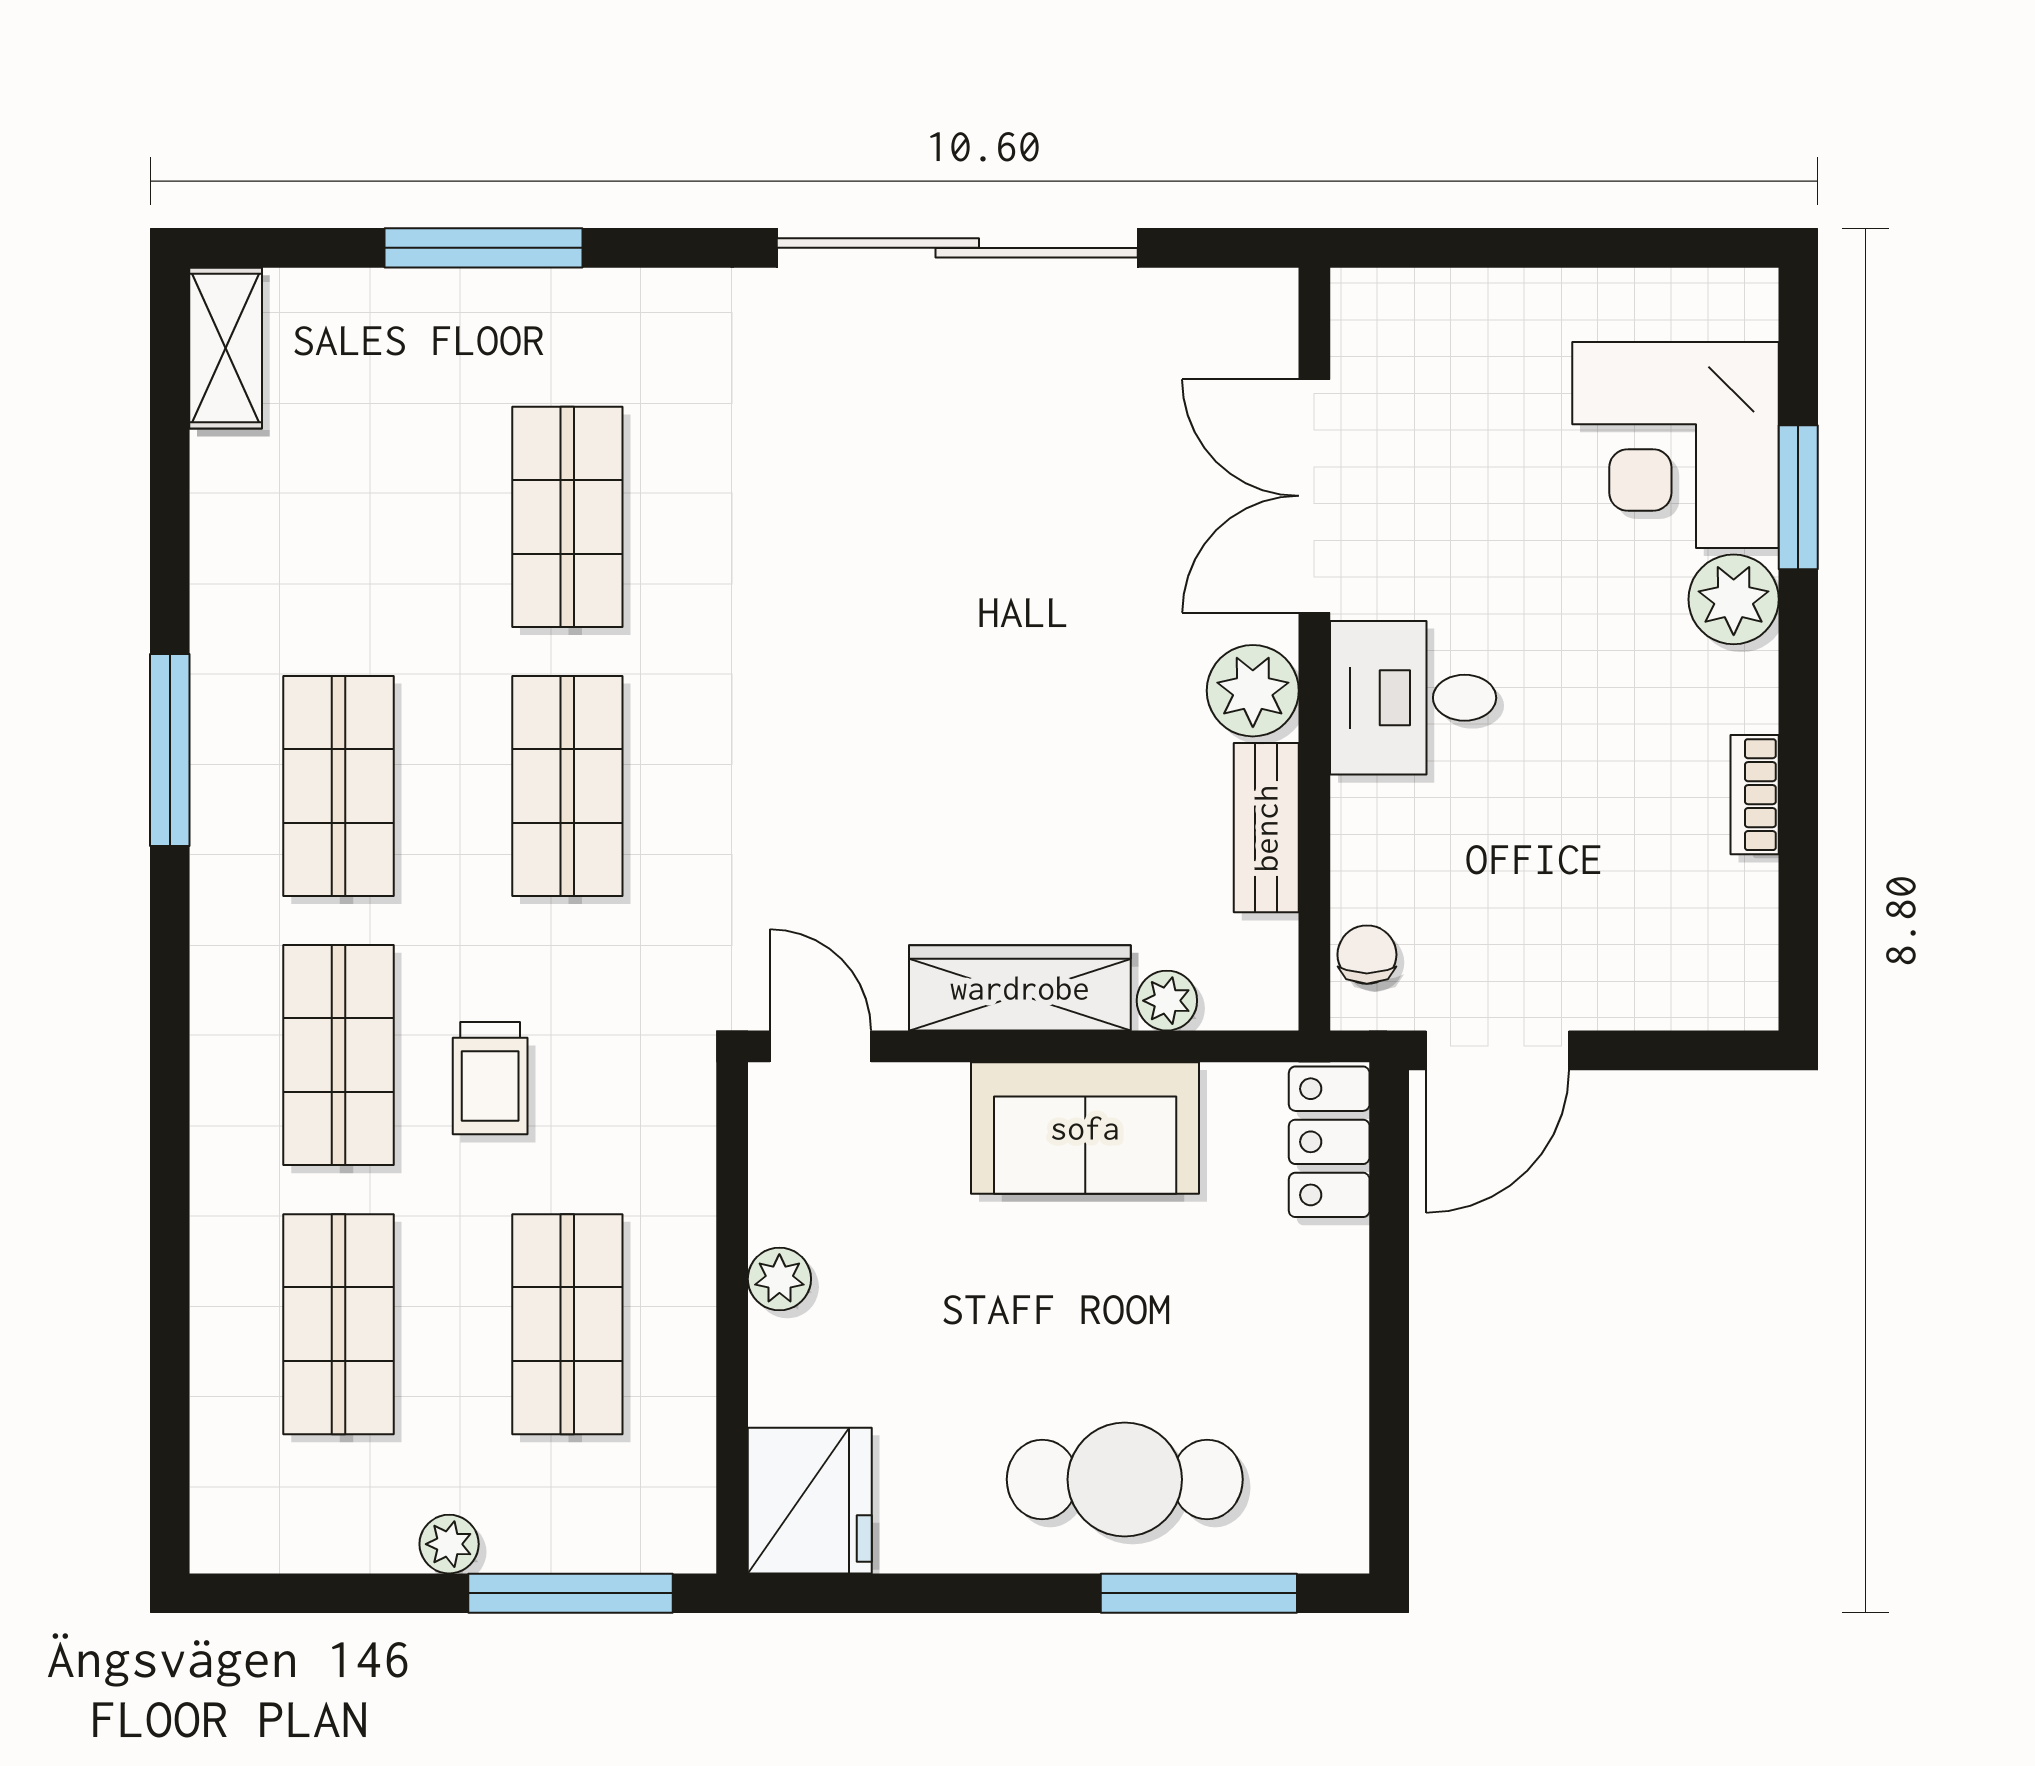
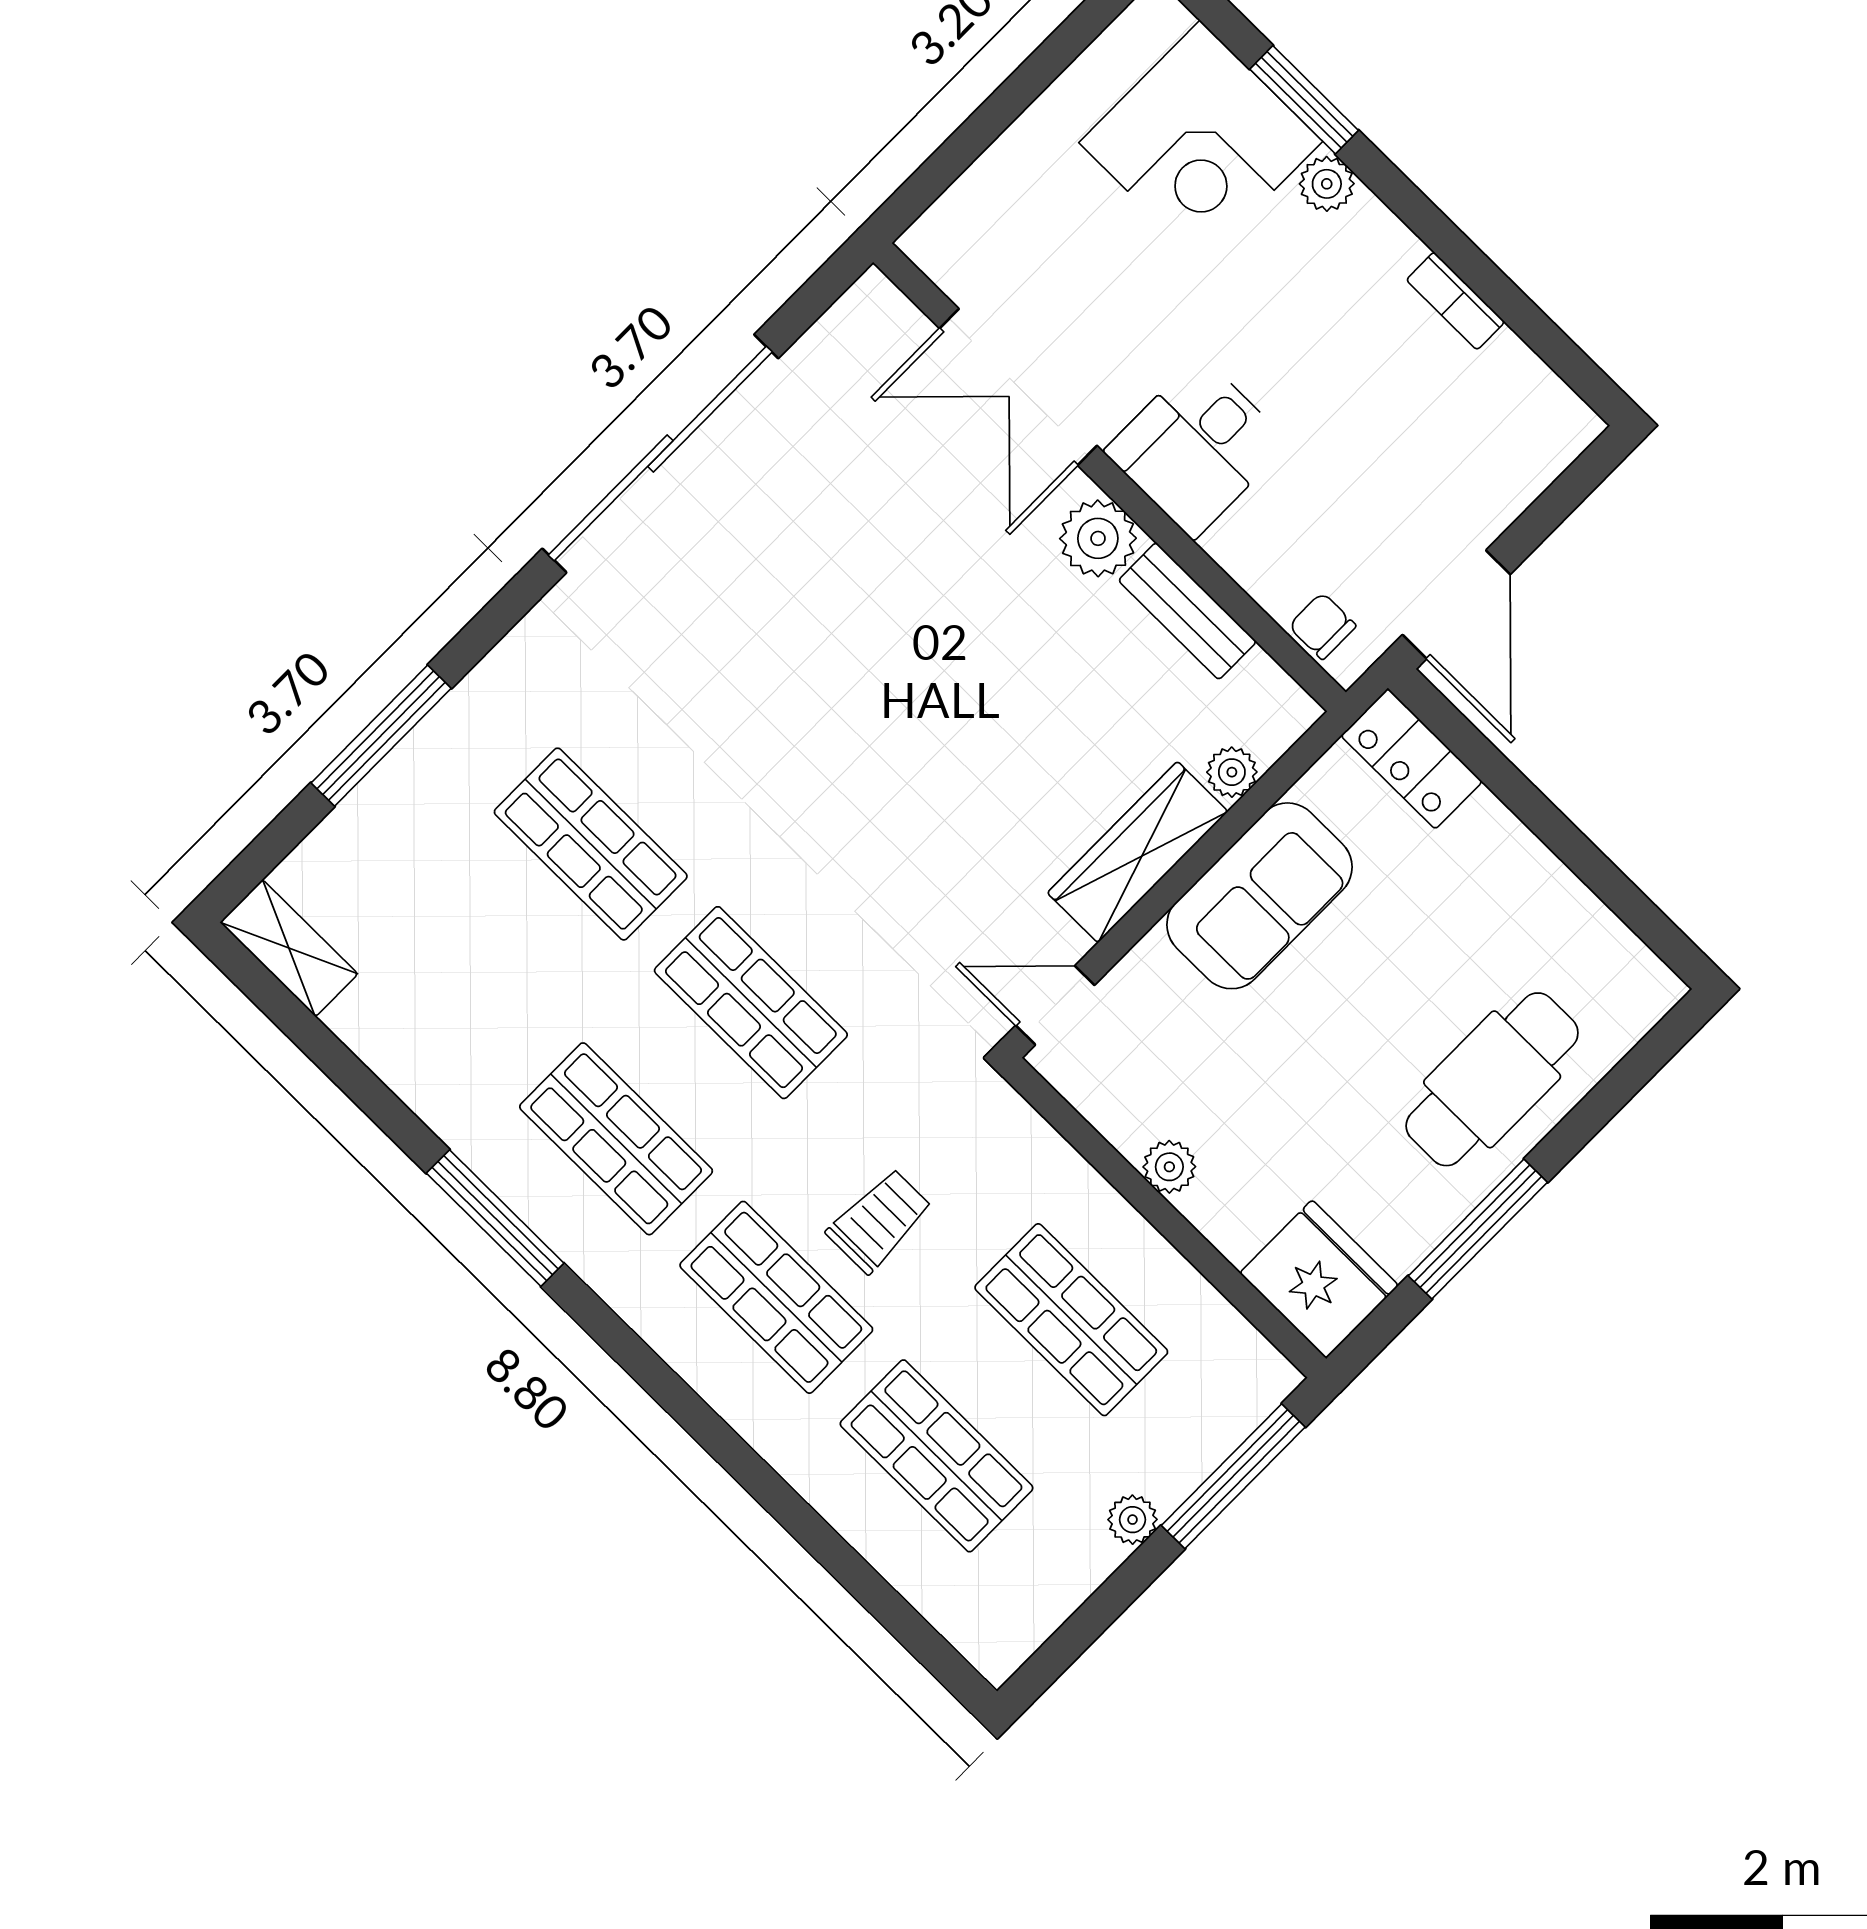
plant: (1734, 599) -> (1327, 184), width x0.73, depth x0.73
trolley: (490, 1078) -> (879, 1221), turned -90
window: (1199, 1593) -> (1478, 1229), moved

